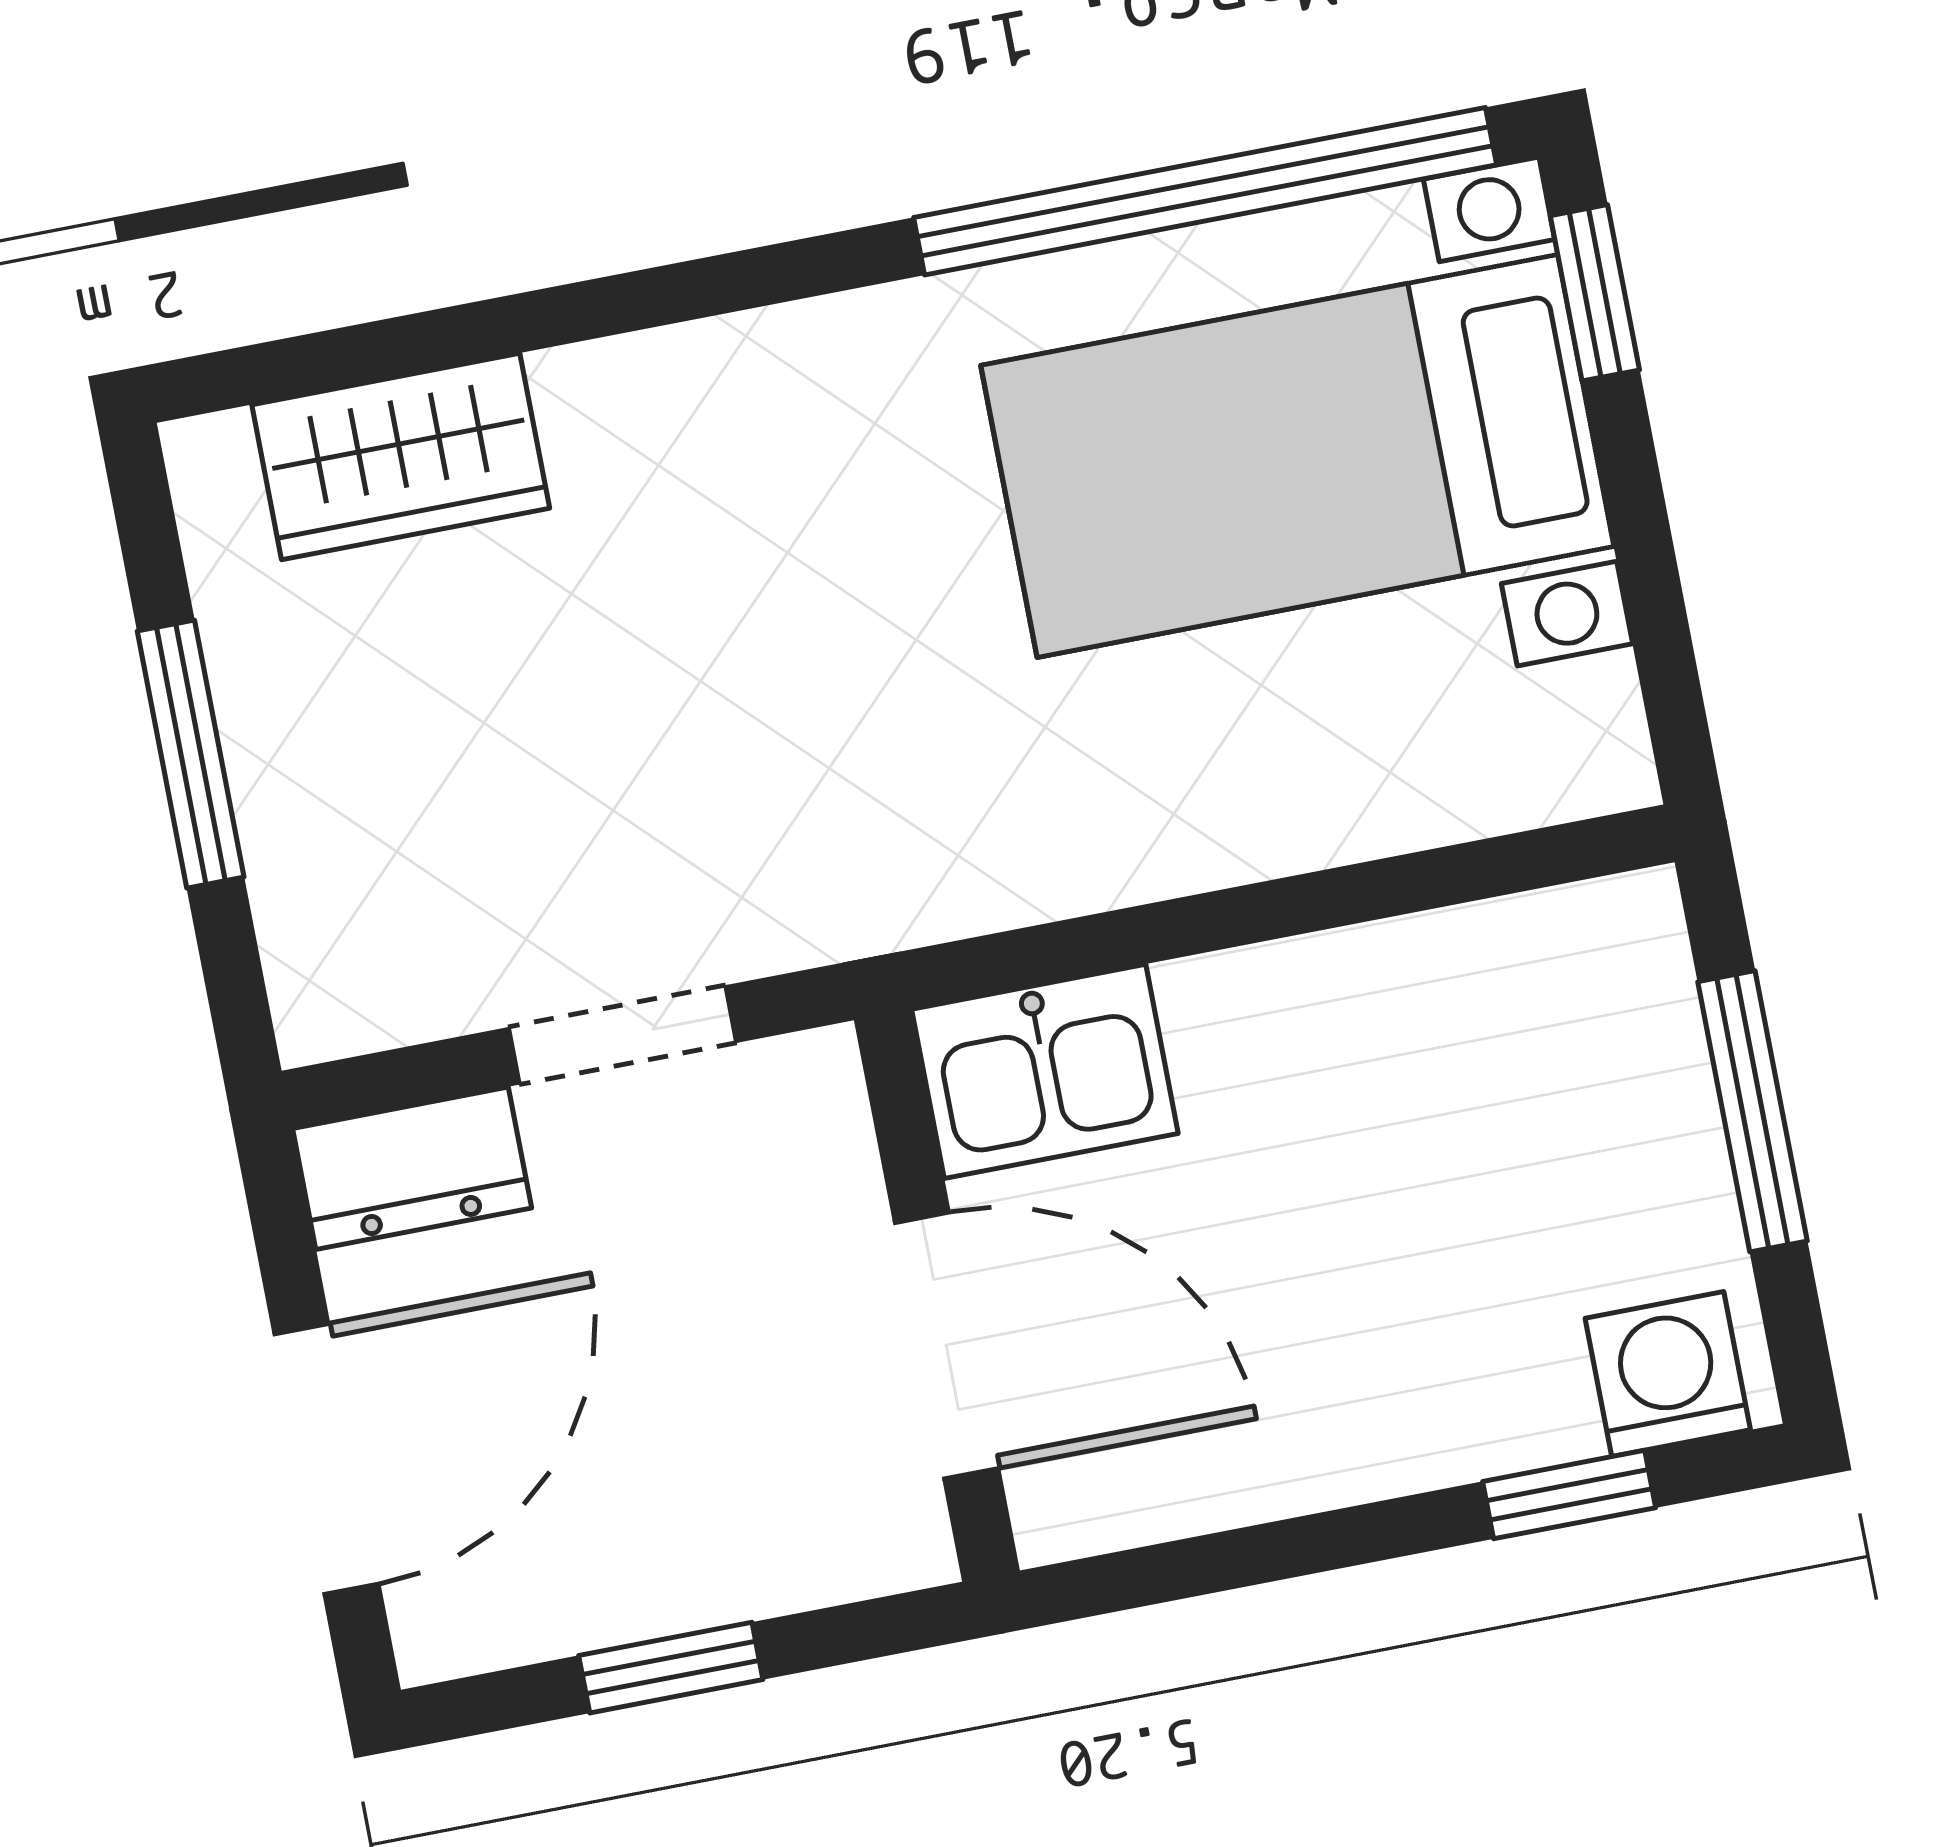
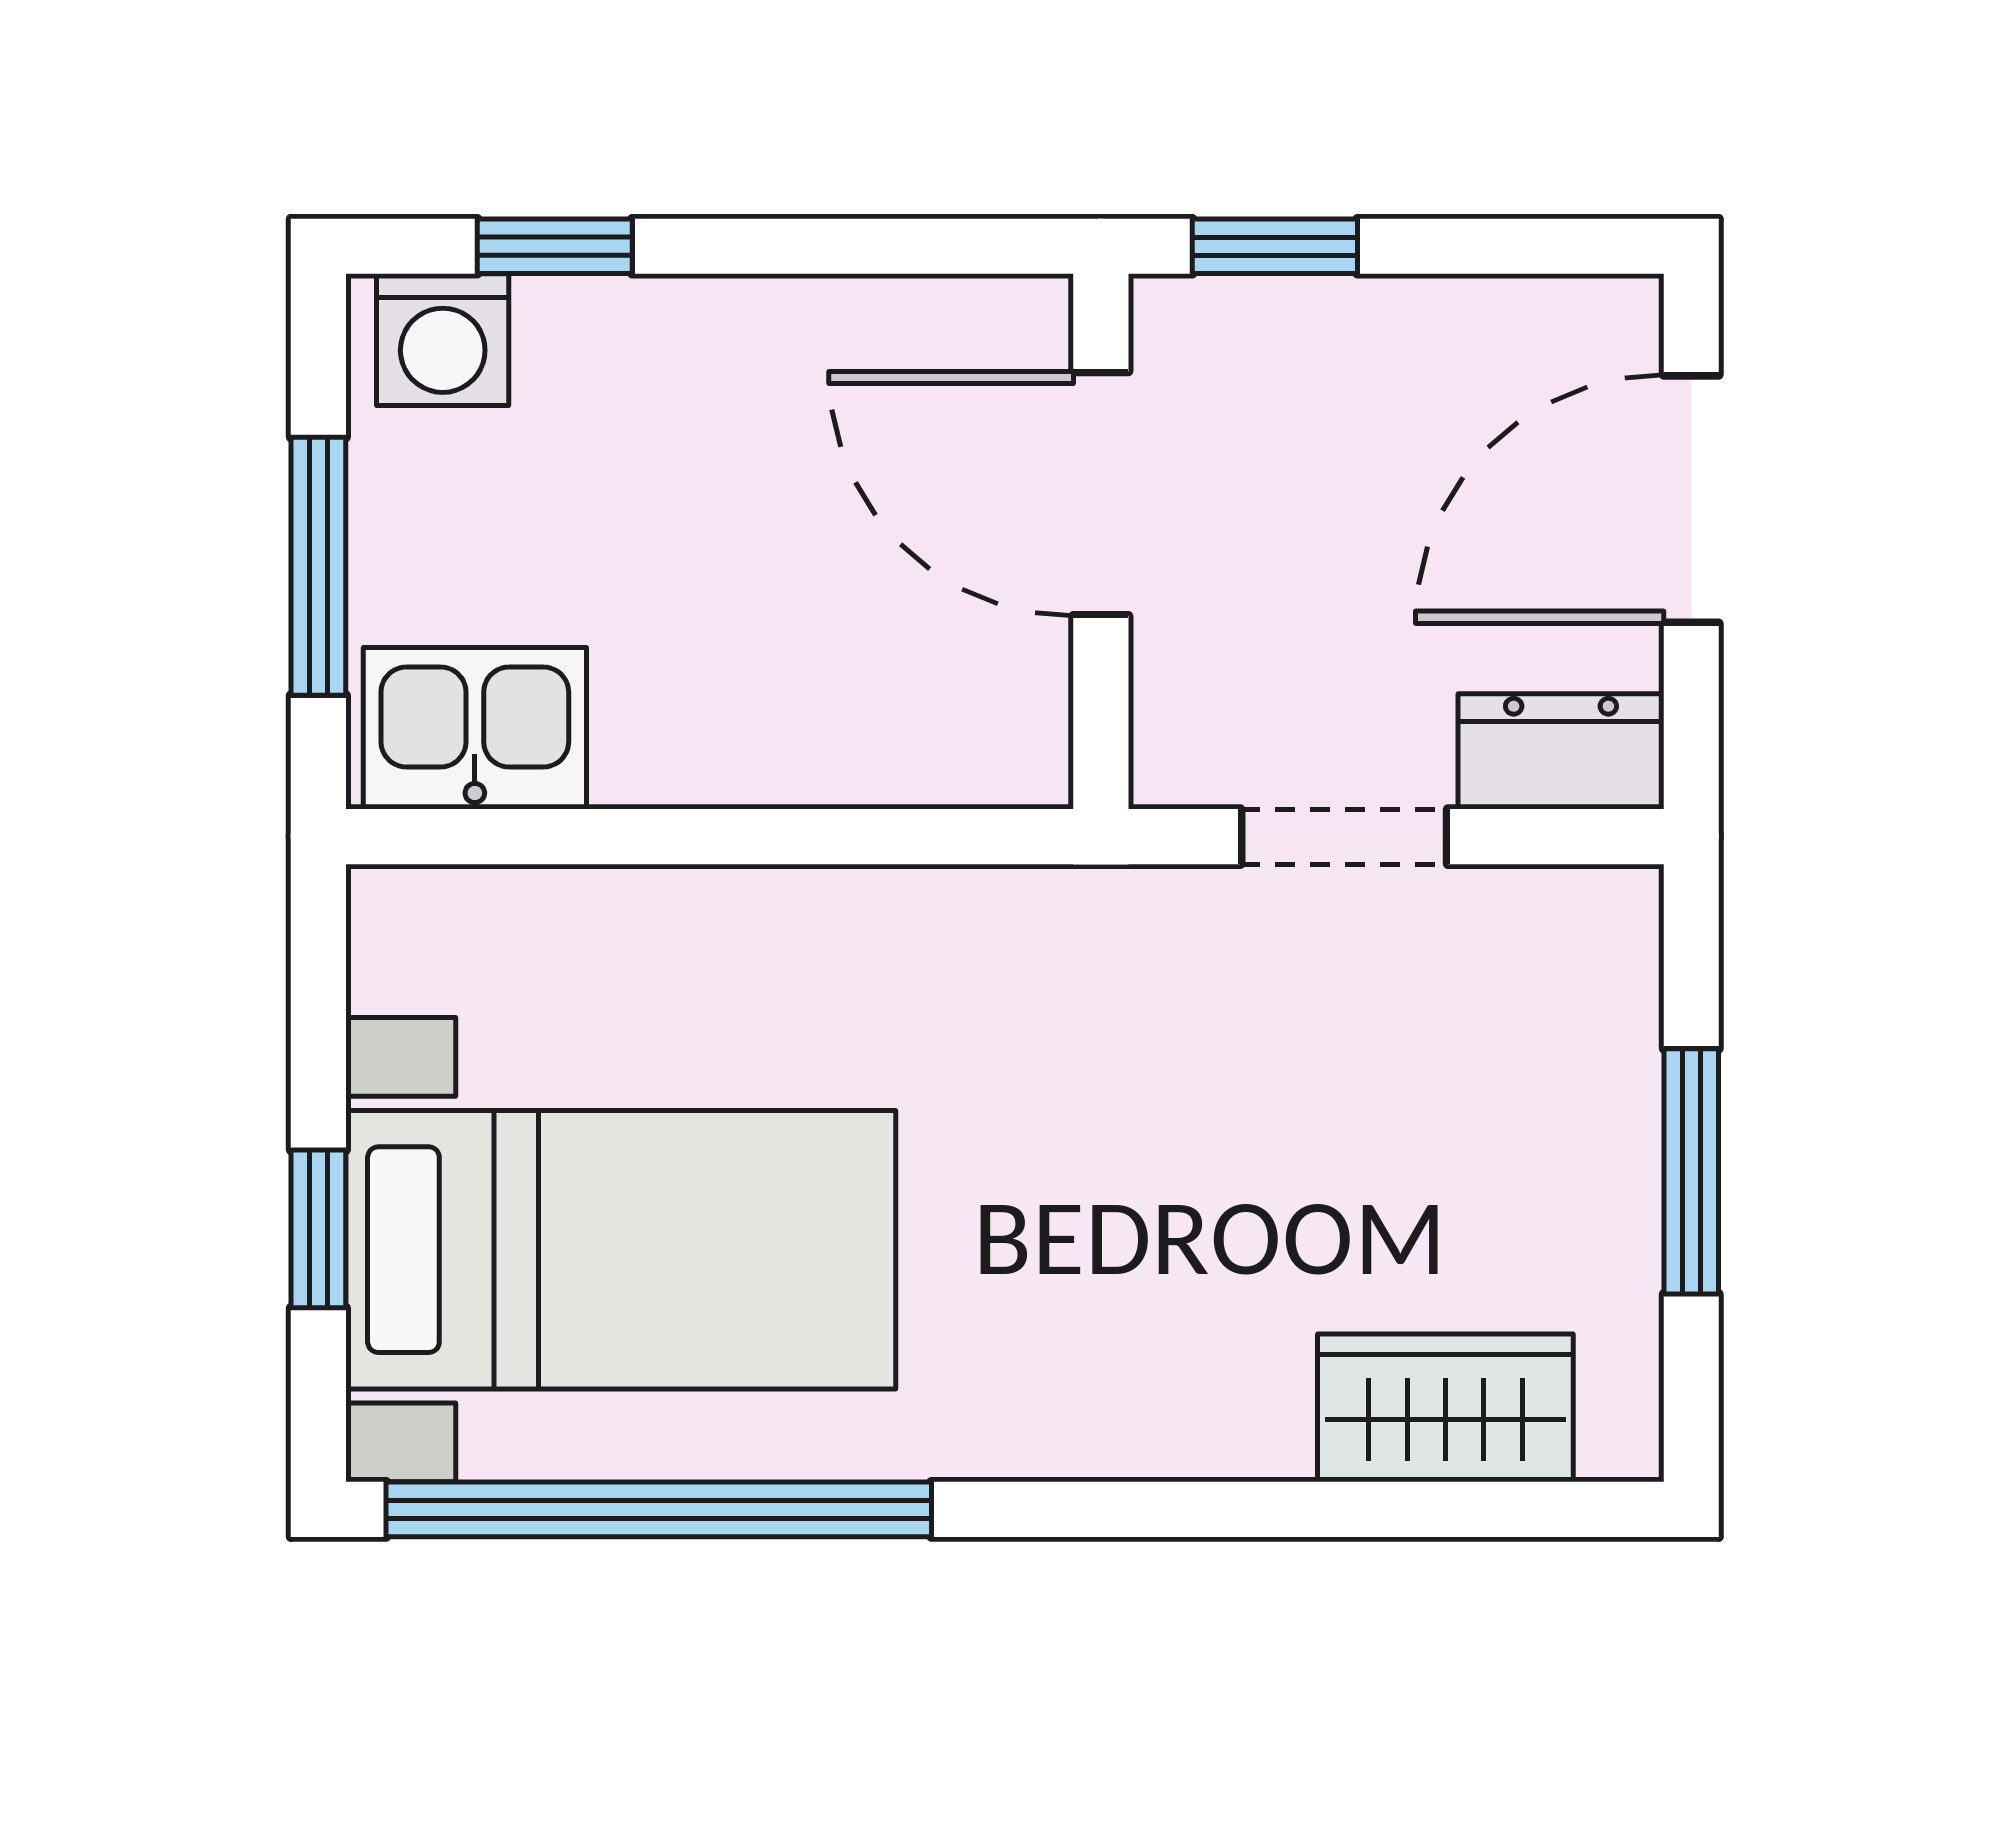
window: (1595, 293) -> (318, 1229), moved
kitchen sink: (1045, 1071) -> (475, 728), moved
window: (671, 1668) -> (1275, 246), moved

